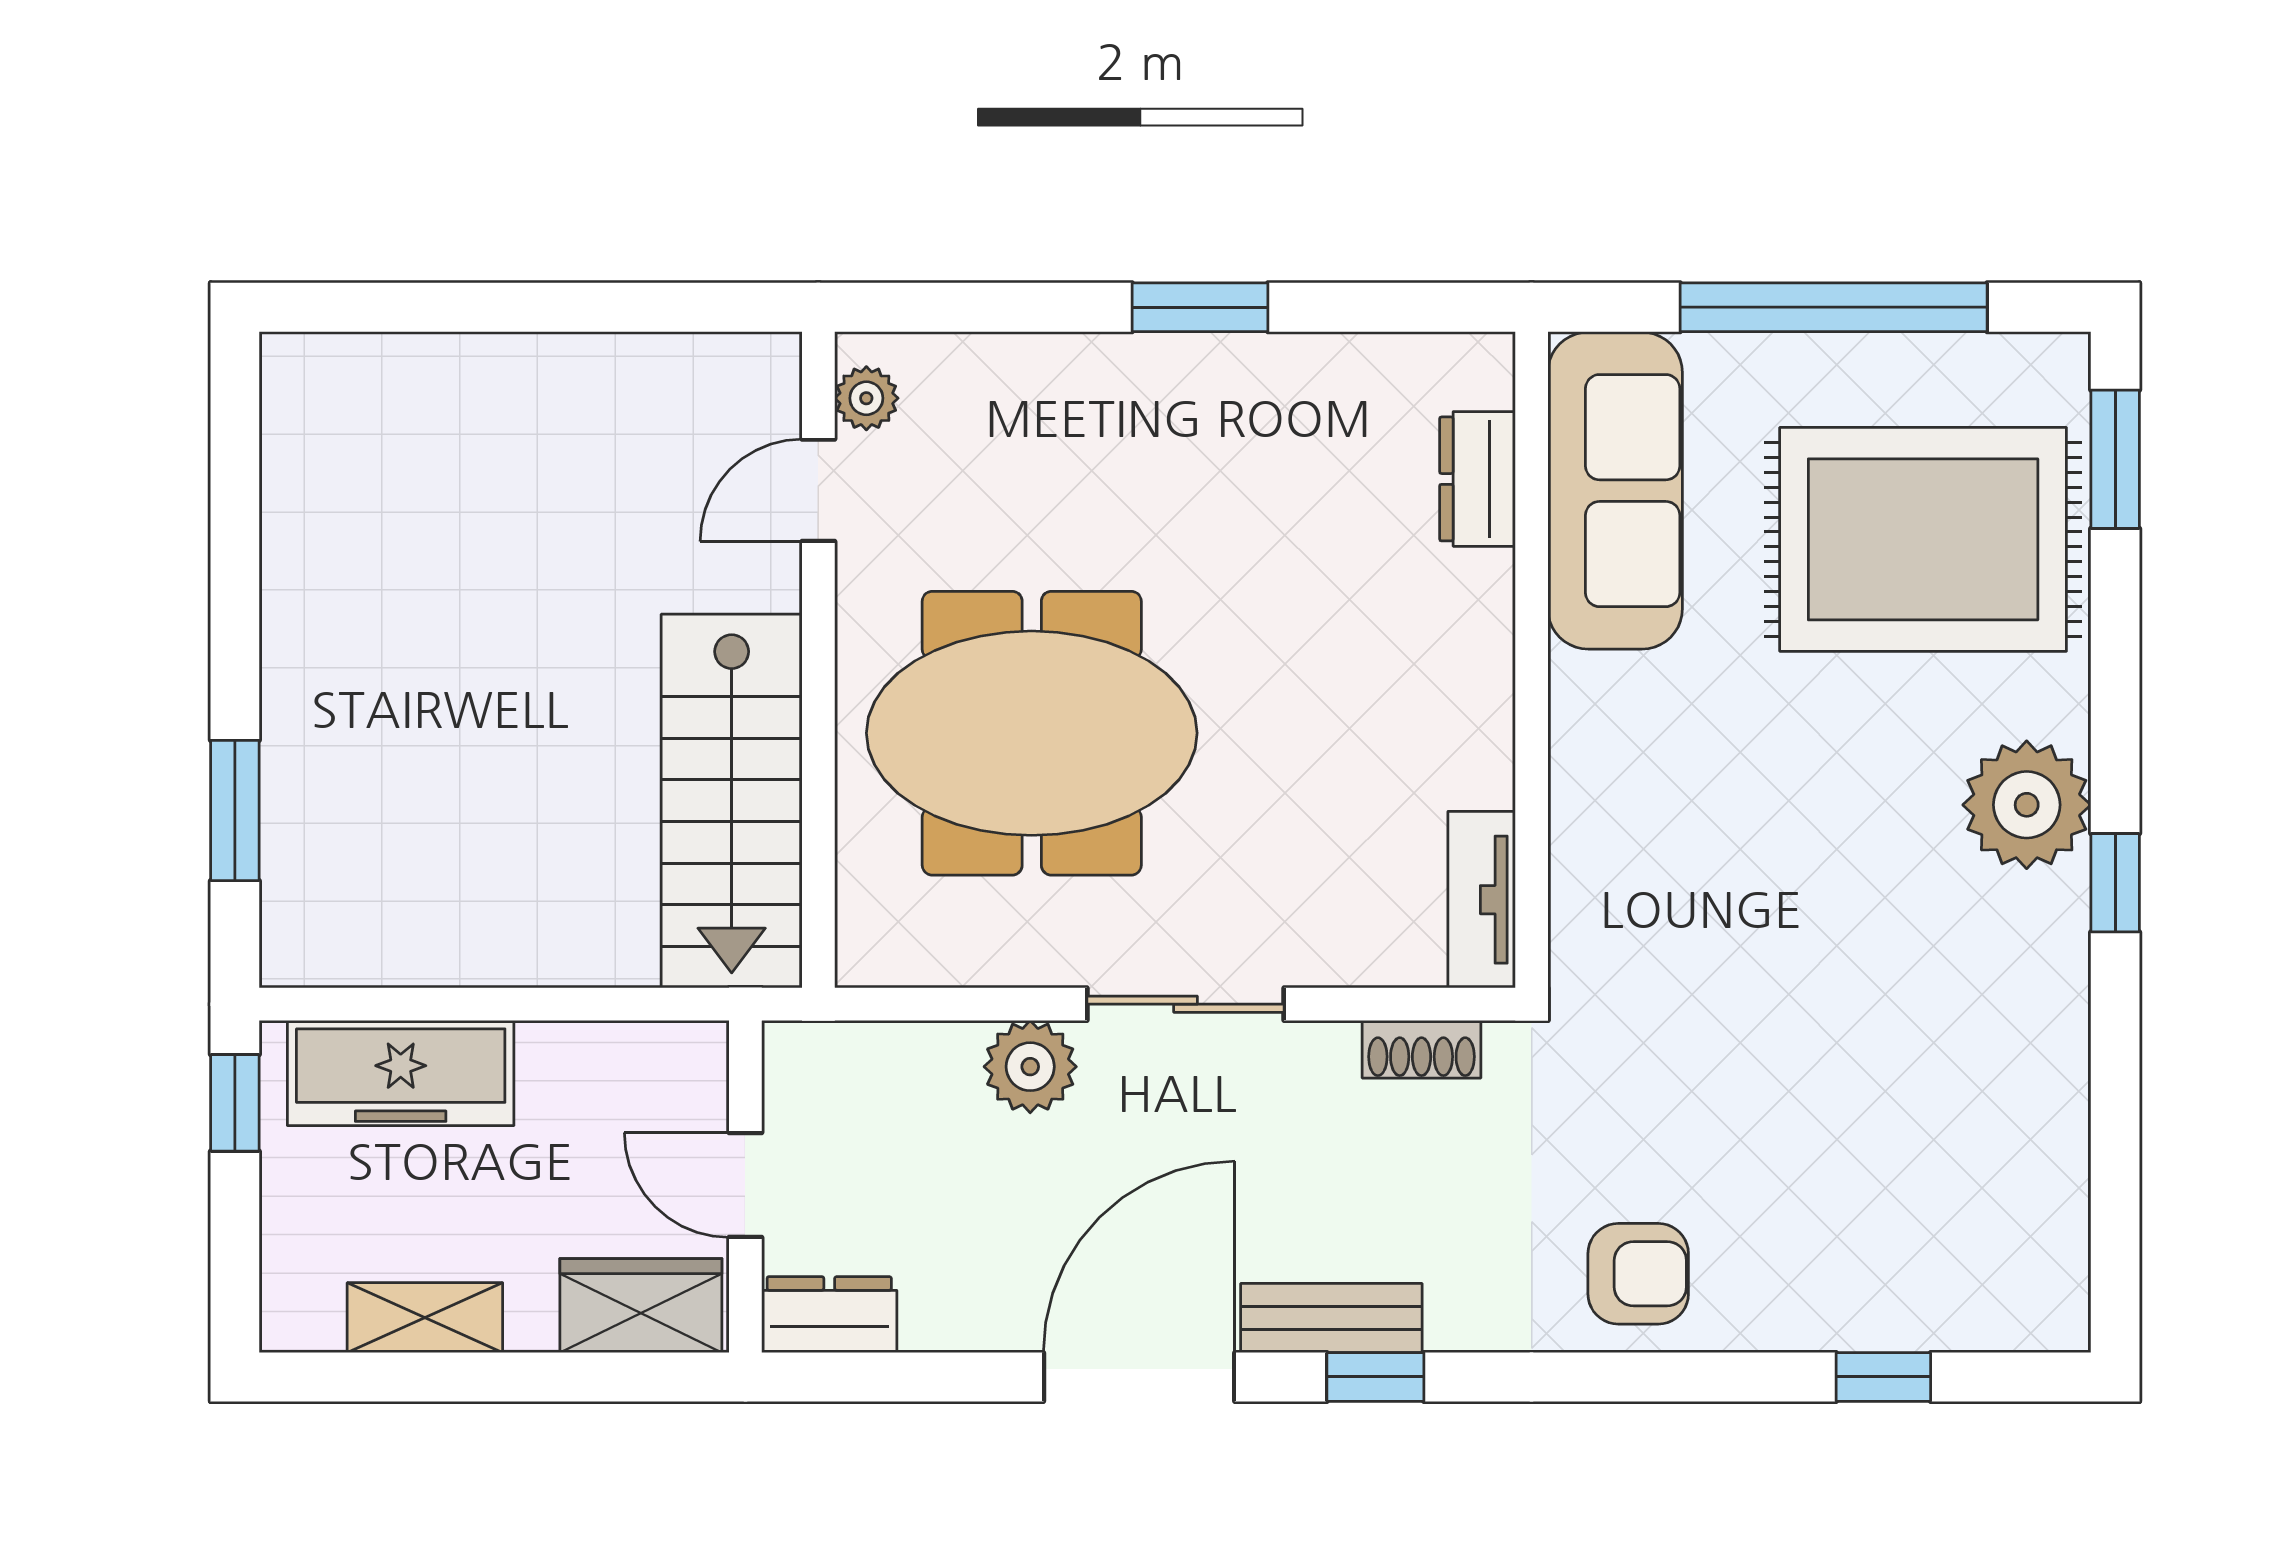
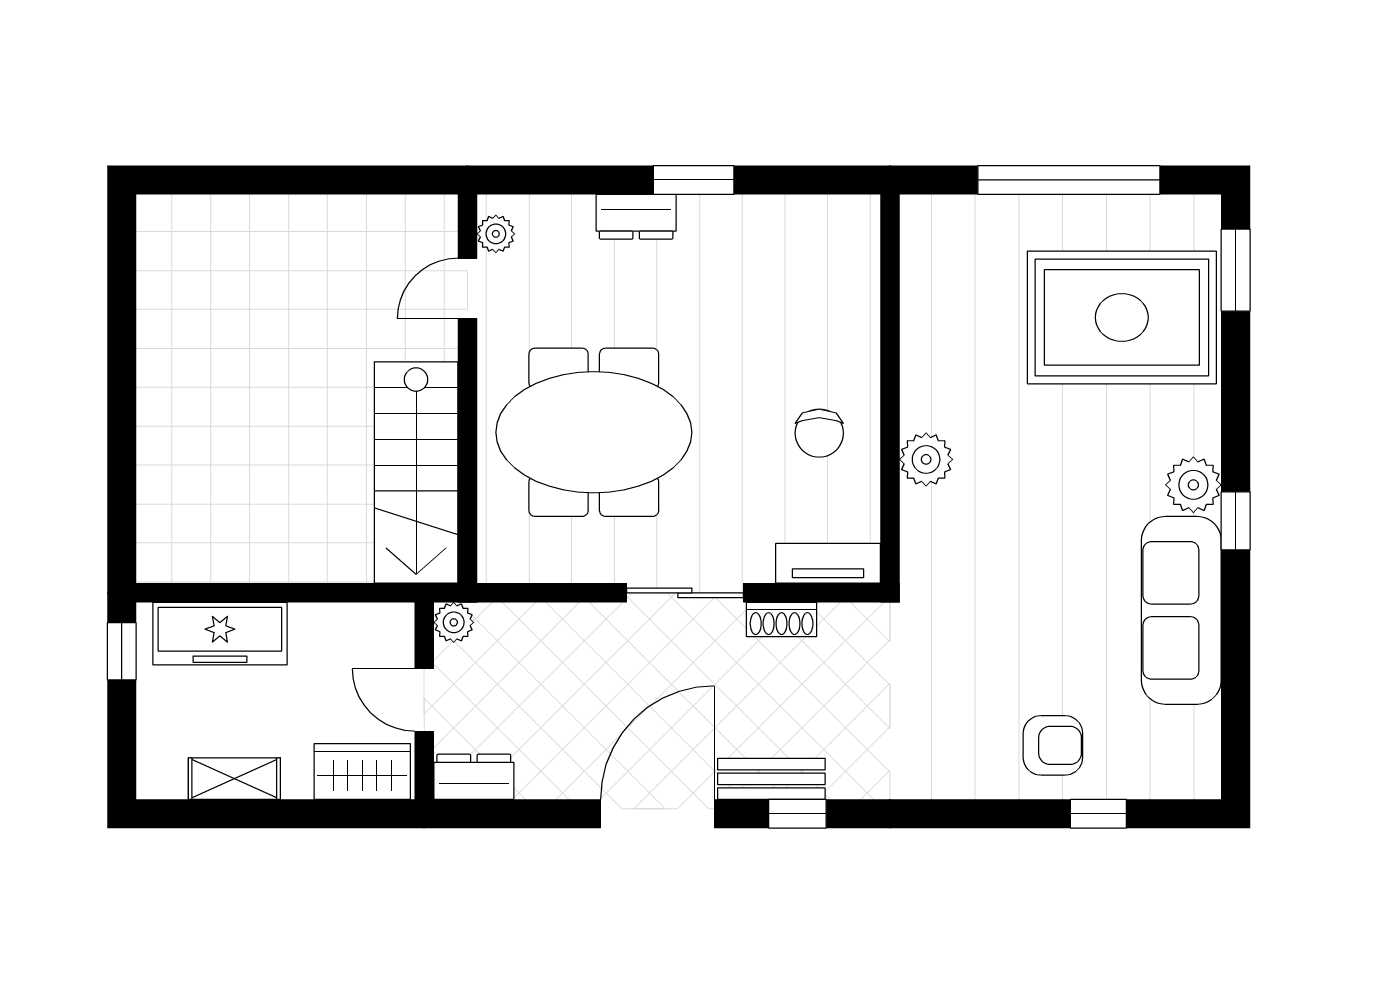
dresser: (1477, 479) -> (636, 217), moved, turned -90
sofa: (1615, 491) -> (1181, 610), moved, turned 180
chair: (1412, 735) -> (819, 433), added
plant: (1593, 779) -> (926, 459), added
plant: (2027, 805) -> (1193, 485), width x0.73, depth x0.73
window: (235, 810) -> (122, 478), removed
tv unit: (1482, 900) -> (828, 563), moved, turned 90
shoe rack: (1422, 1049) -> (782, 619), moved
plant: (1030, 1067) -> (454, 622), moved, width x0.73, depth x0.73
armchair: (1638, 1274) -> (1053, 745), moved

